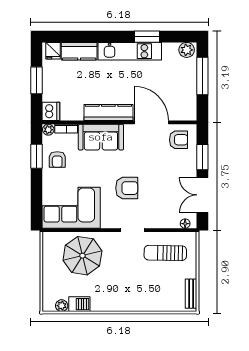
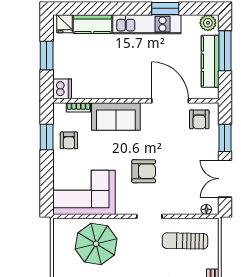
kitchen counter: (108, 113) -> (210, 61), moved, turned -90
plant: (48, 130) -> (59, 109), removed
armchair: (179, 140) -> (199, 119), turned 90

